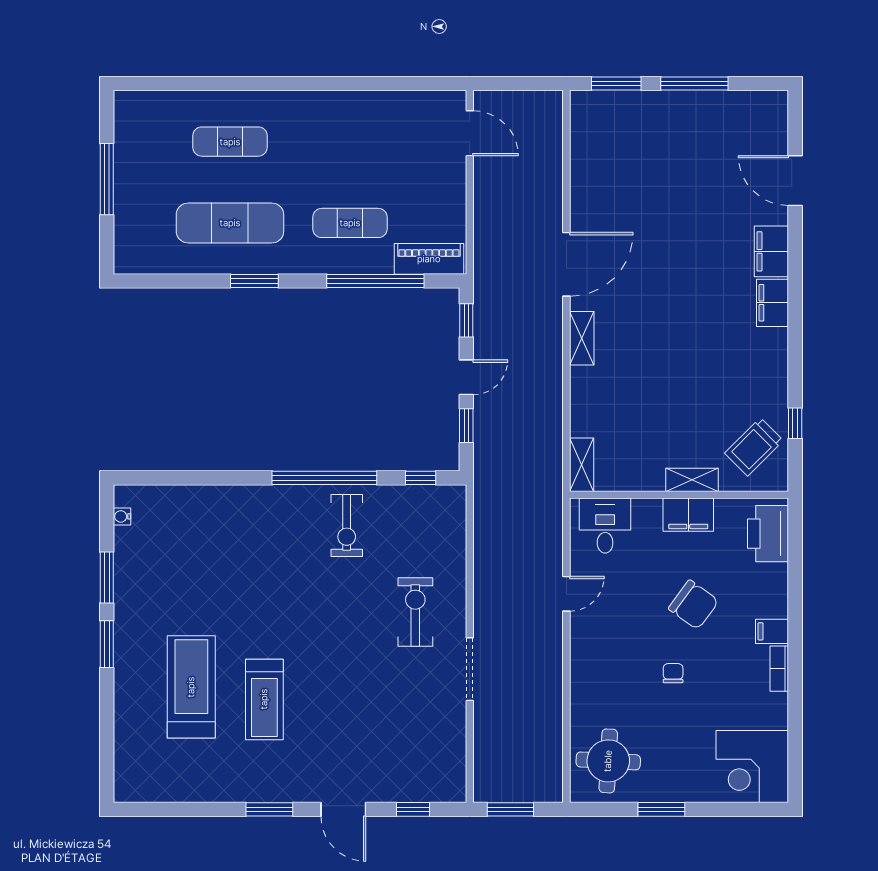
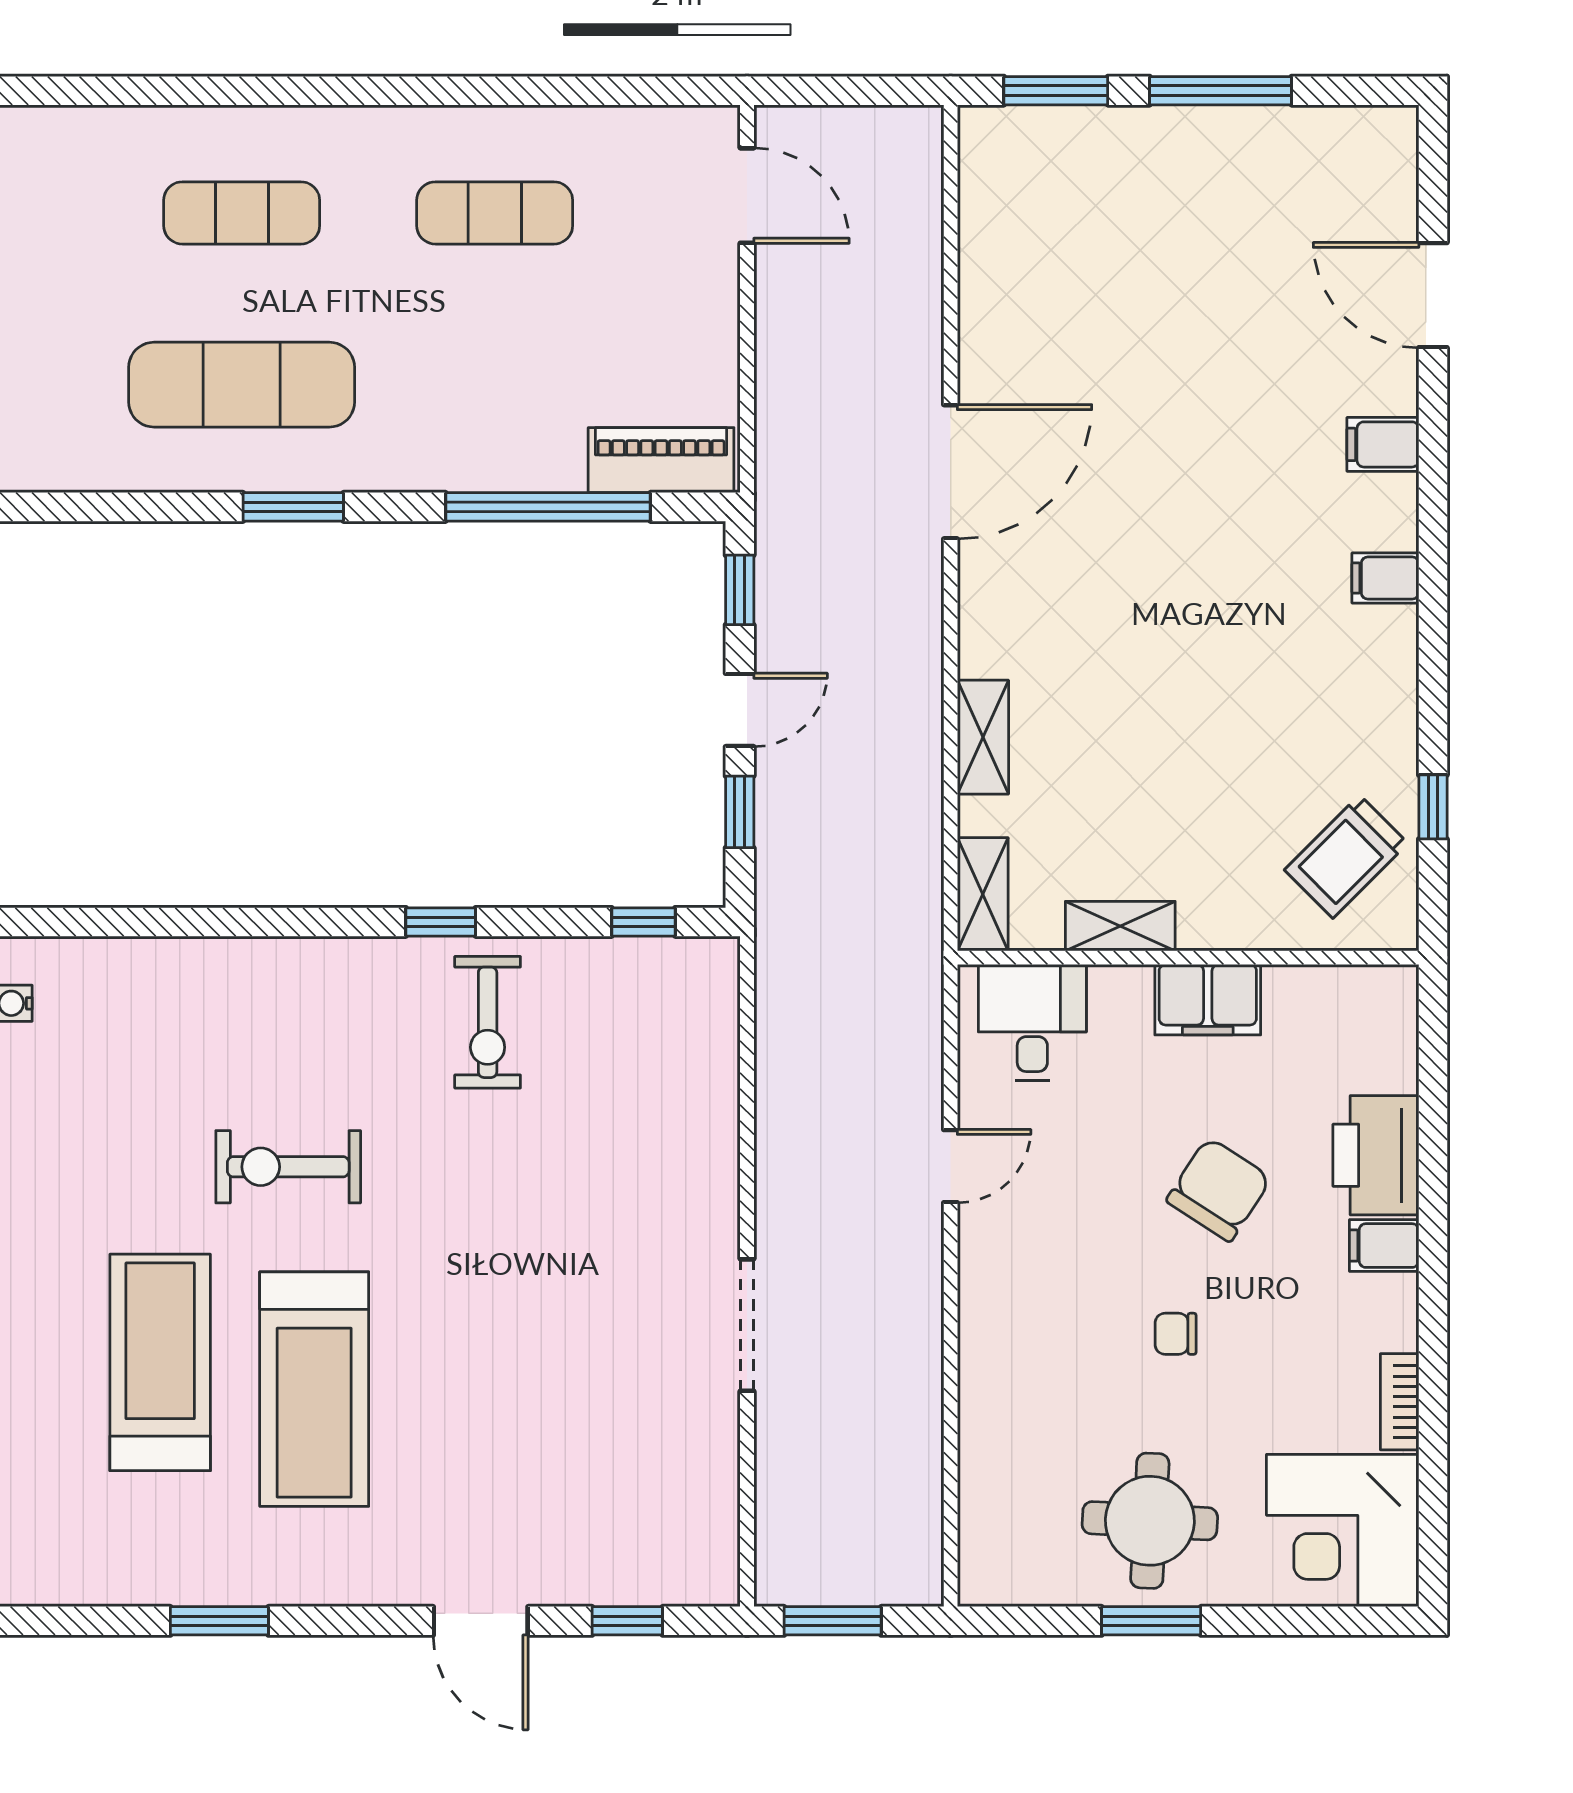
exercise mat: (350, 223) -> (495, 213), moved
filing cabinet: (771, 251) -> (1383, 444), width x0.50
filing cabinet: (773, 303) -> (1385, 578), width x0.50
shelving: (582, 338) -> (983, 737), moved
window: (324, 478) -> (441, 922), width x0.32
shelving: (692, 480) -> (1120, 926), moved
printer: (768, 534) -> (1376, 1155), moved
chair: (694, 605) -> (1219, 1189), turned -93
exercise bike: (415, 612) -> (288, 1167), moved, turned -90
bookcase: (779, 669) -> (1400, 1402), moved
chair: (673, 673) -> (1176, 1334), turned -90
treadmill: (264, 699) -> (314, 1389), width x1.37, depth x1.38
round table: (608, 761) -> (1150, 1521), moved
window: (269, 809) -> (219, 1621), moved

